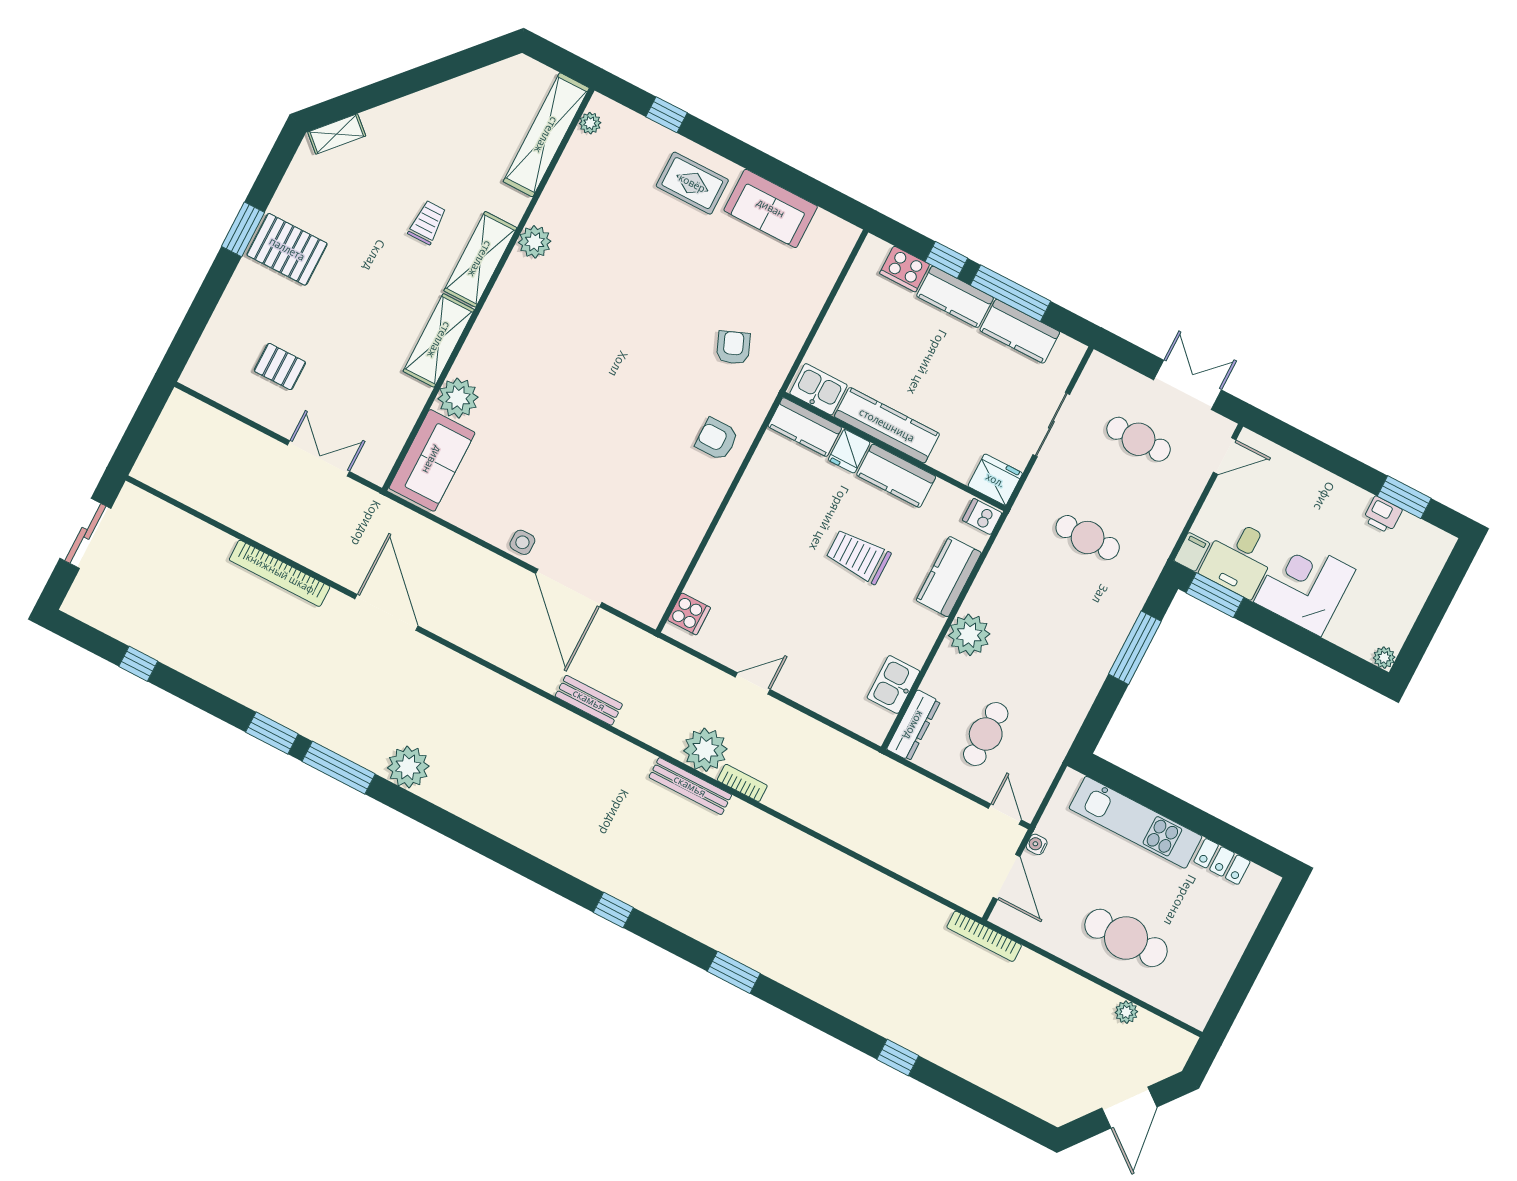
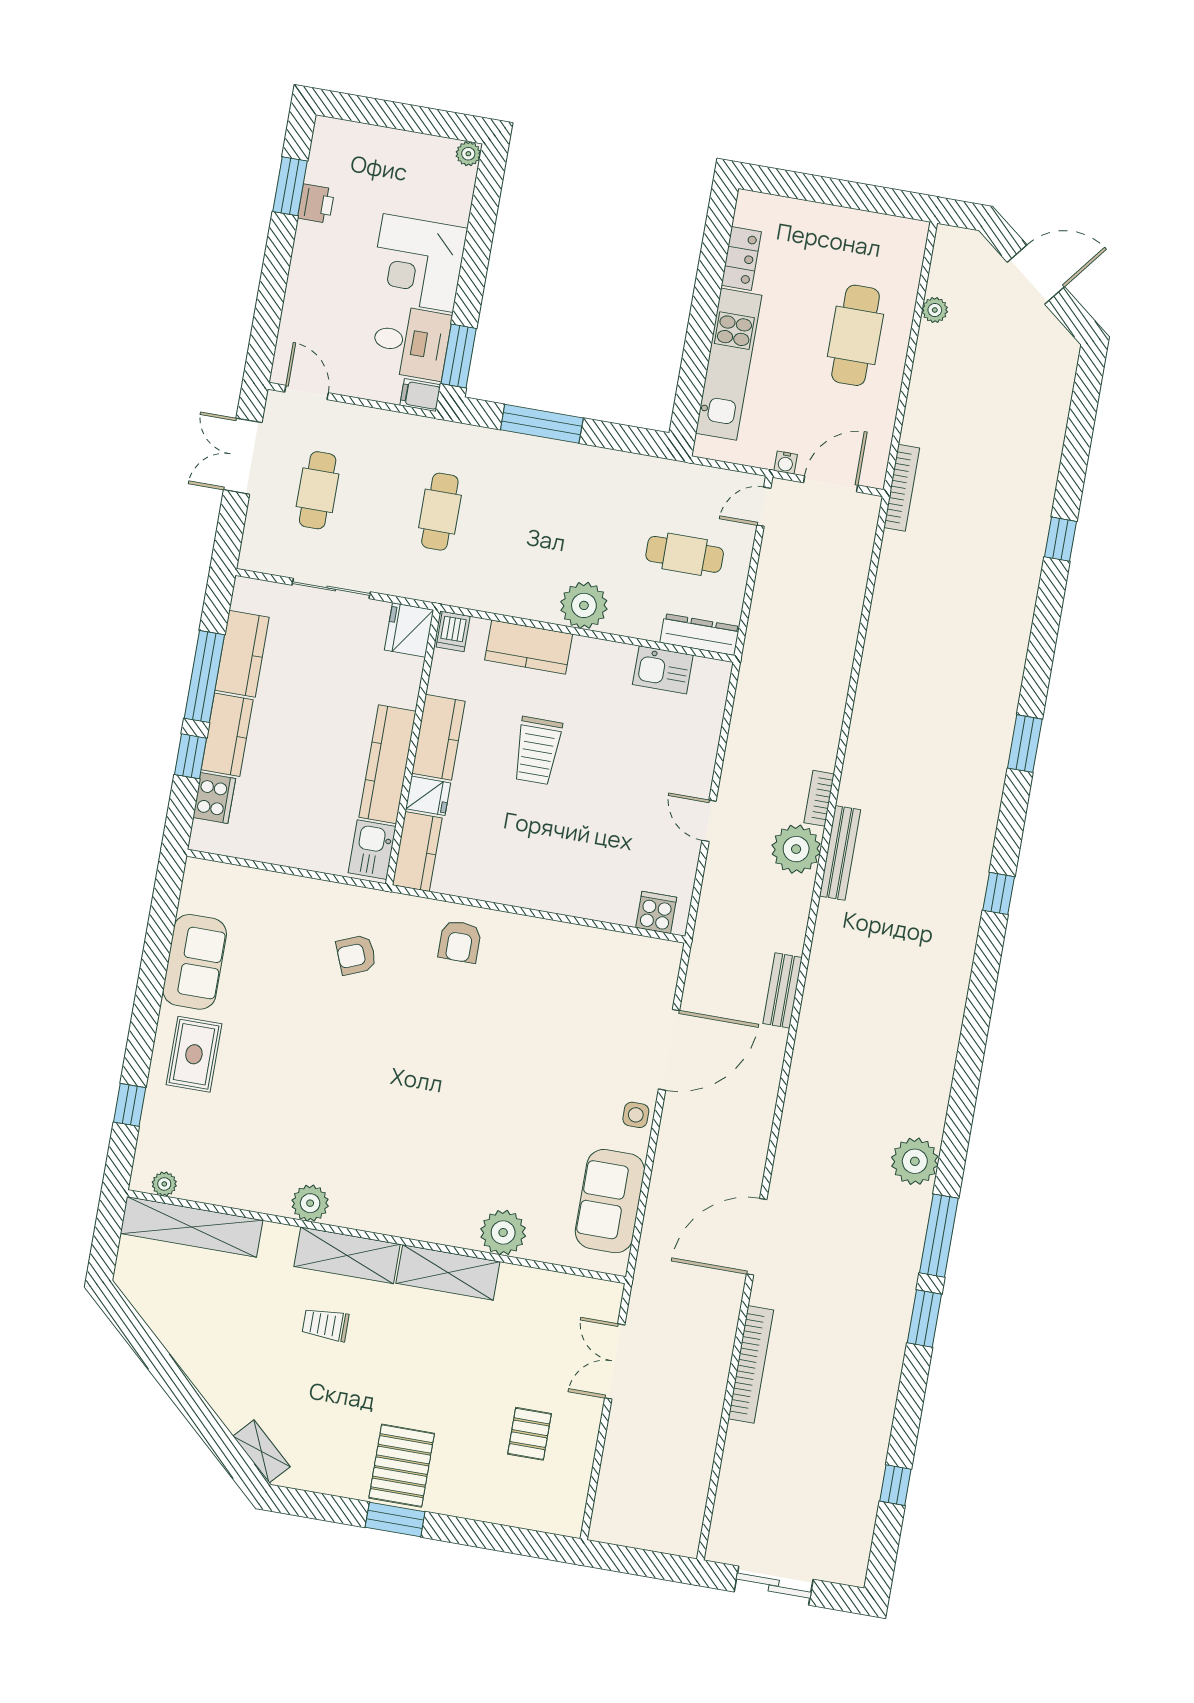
sofa: (432, 460) -> (610, 1201), moved, turned -90

